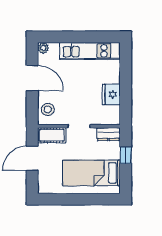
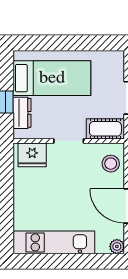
fridge: (111, 94) -> (32, 155), moved, turned 90
dresser: (109, 134) -> (22, 113), moved, turned 90

